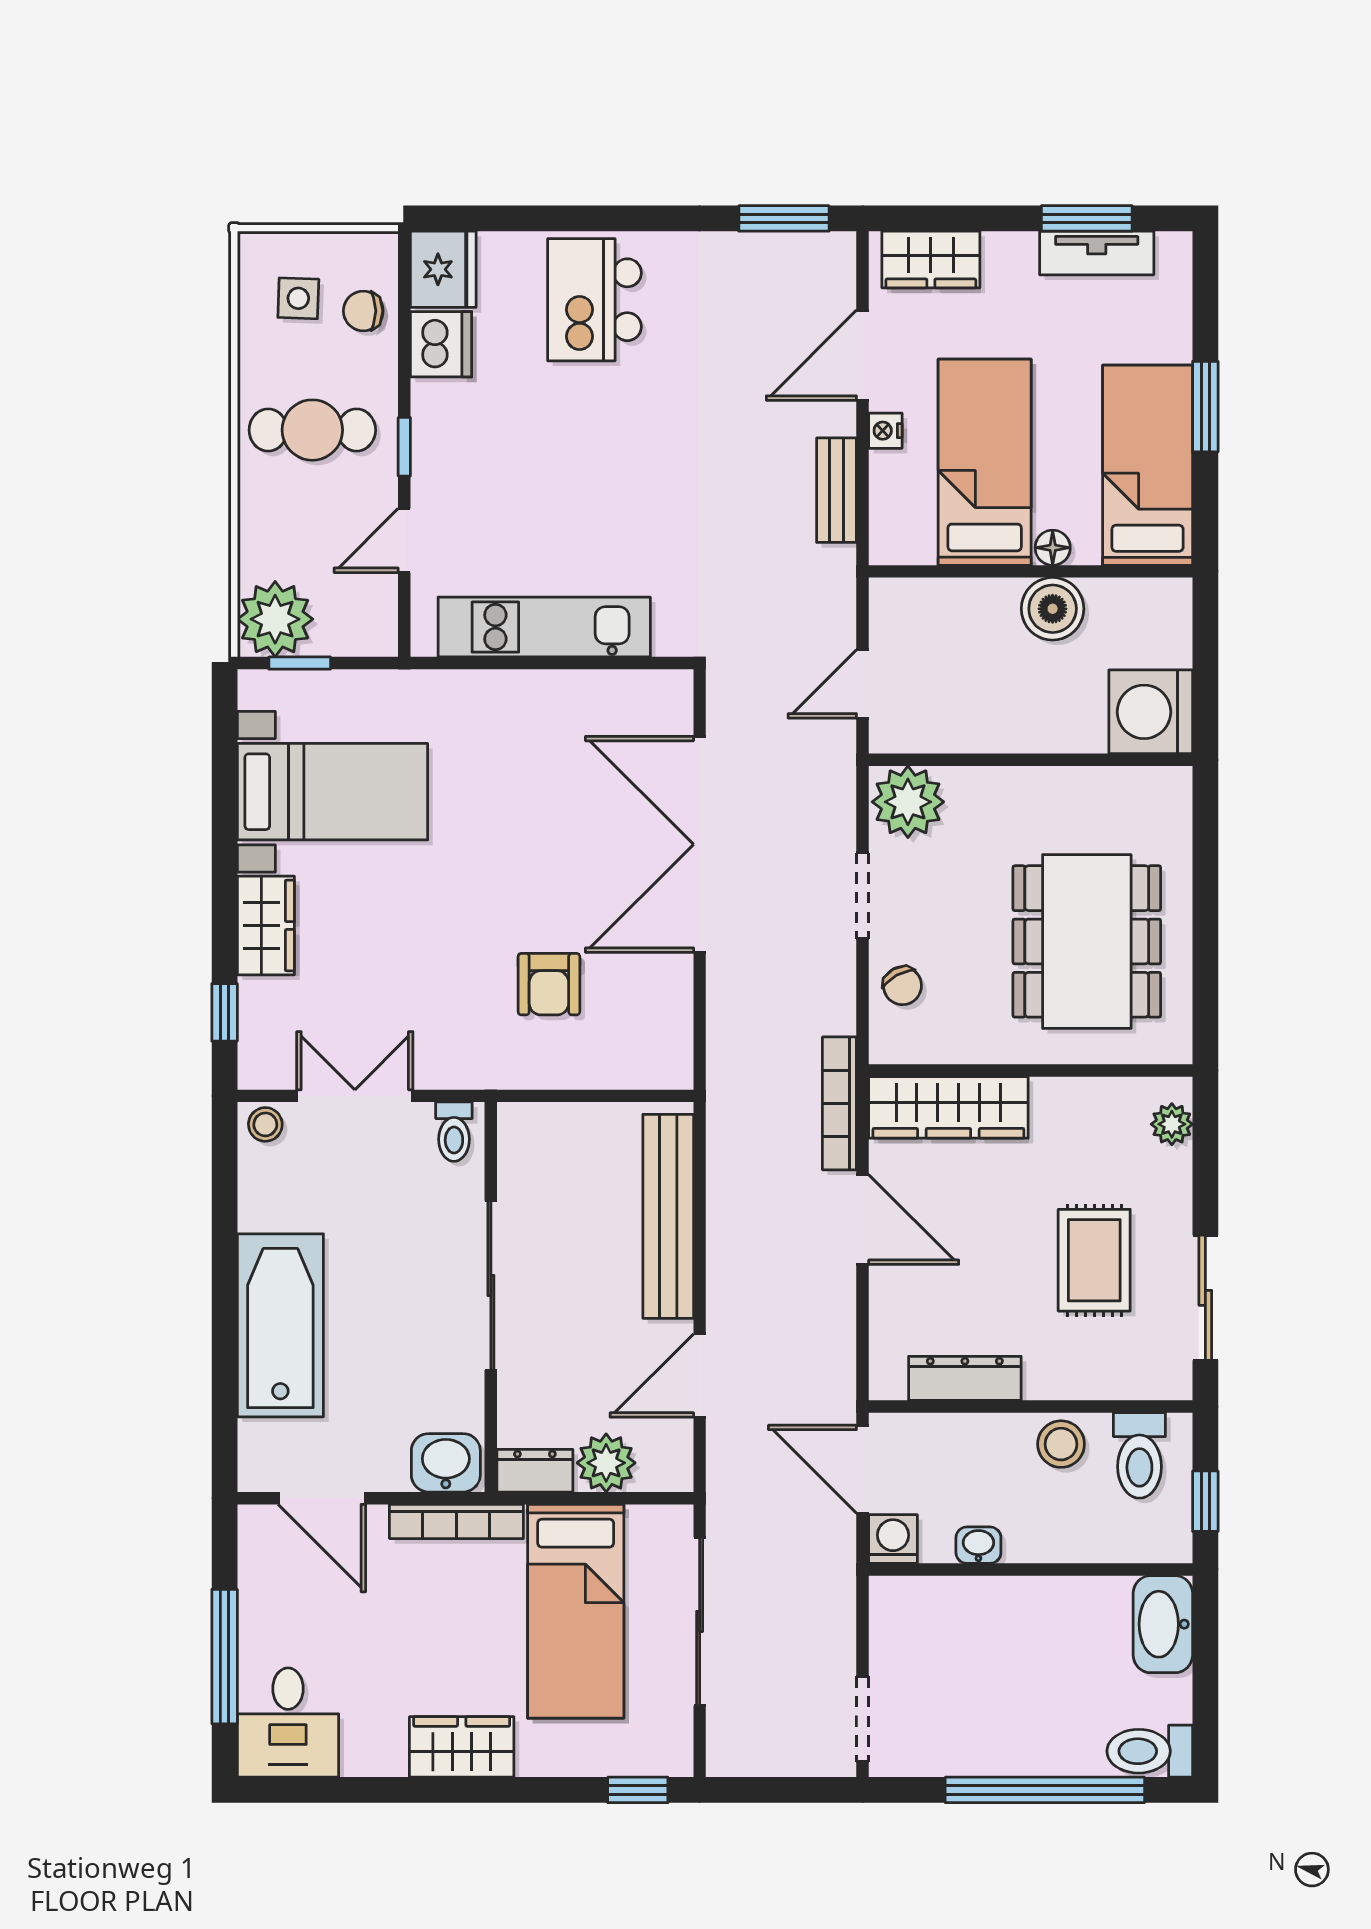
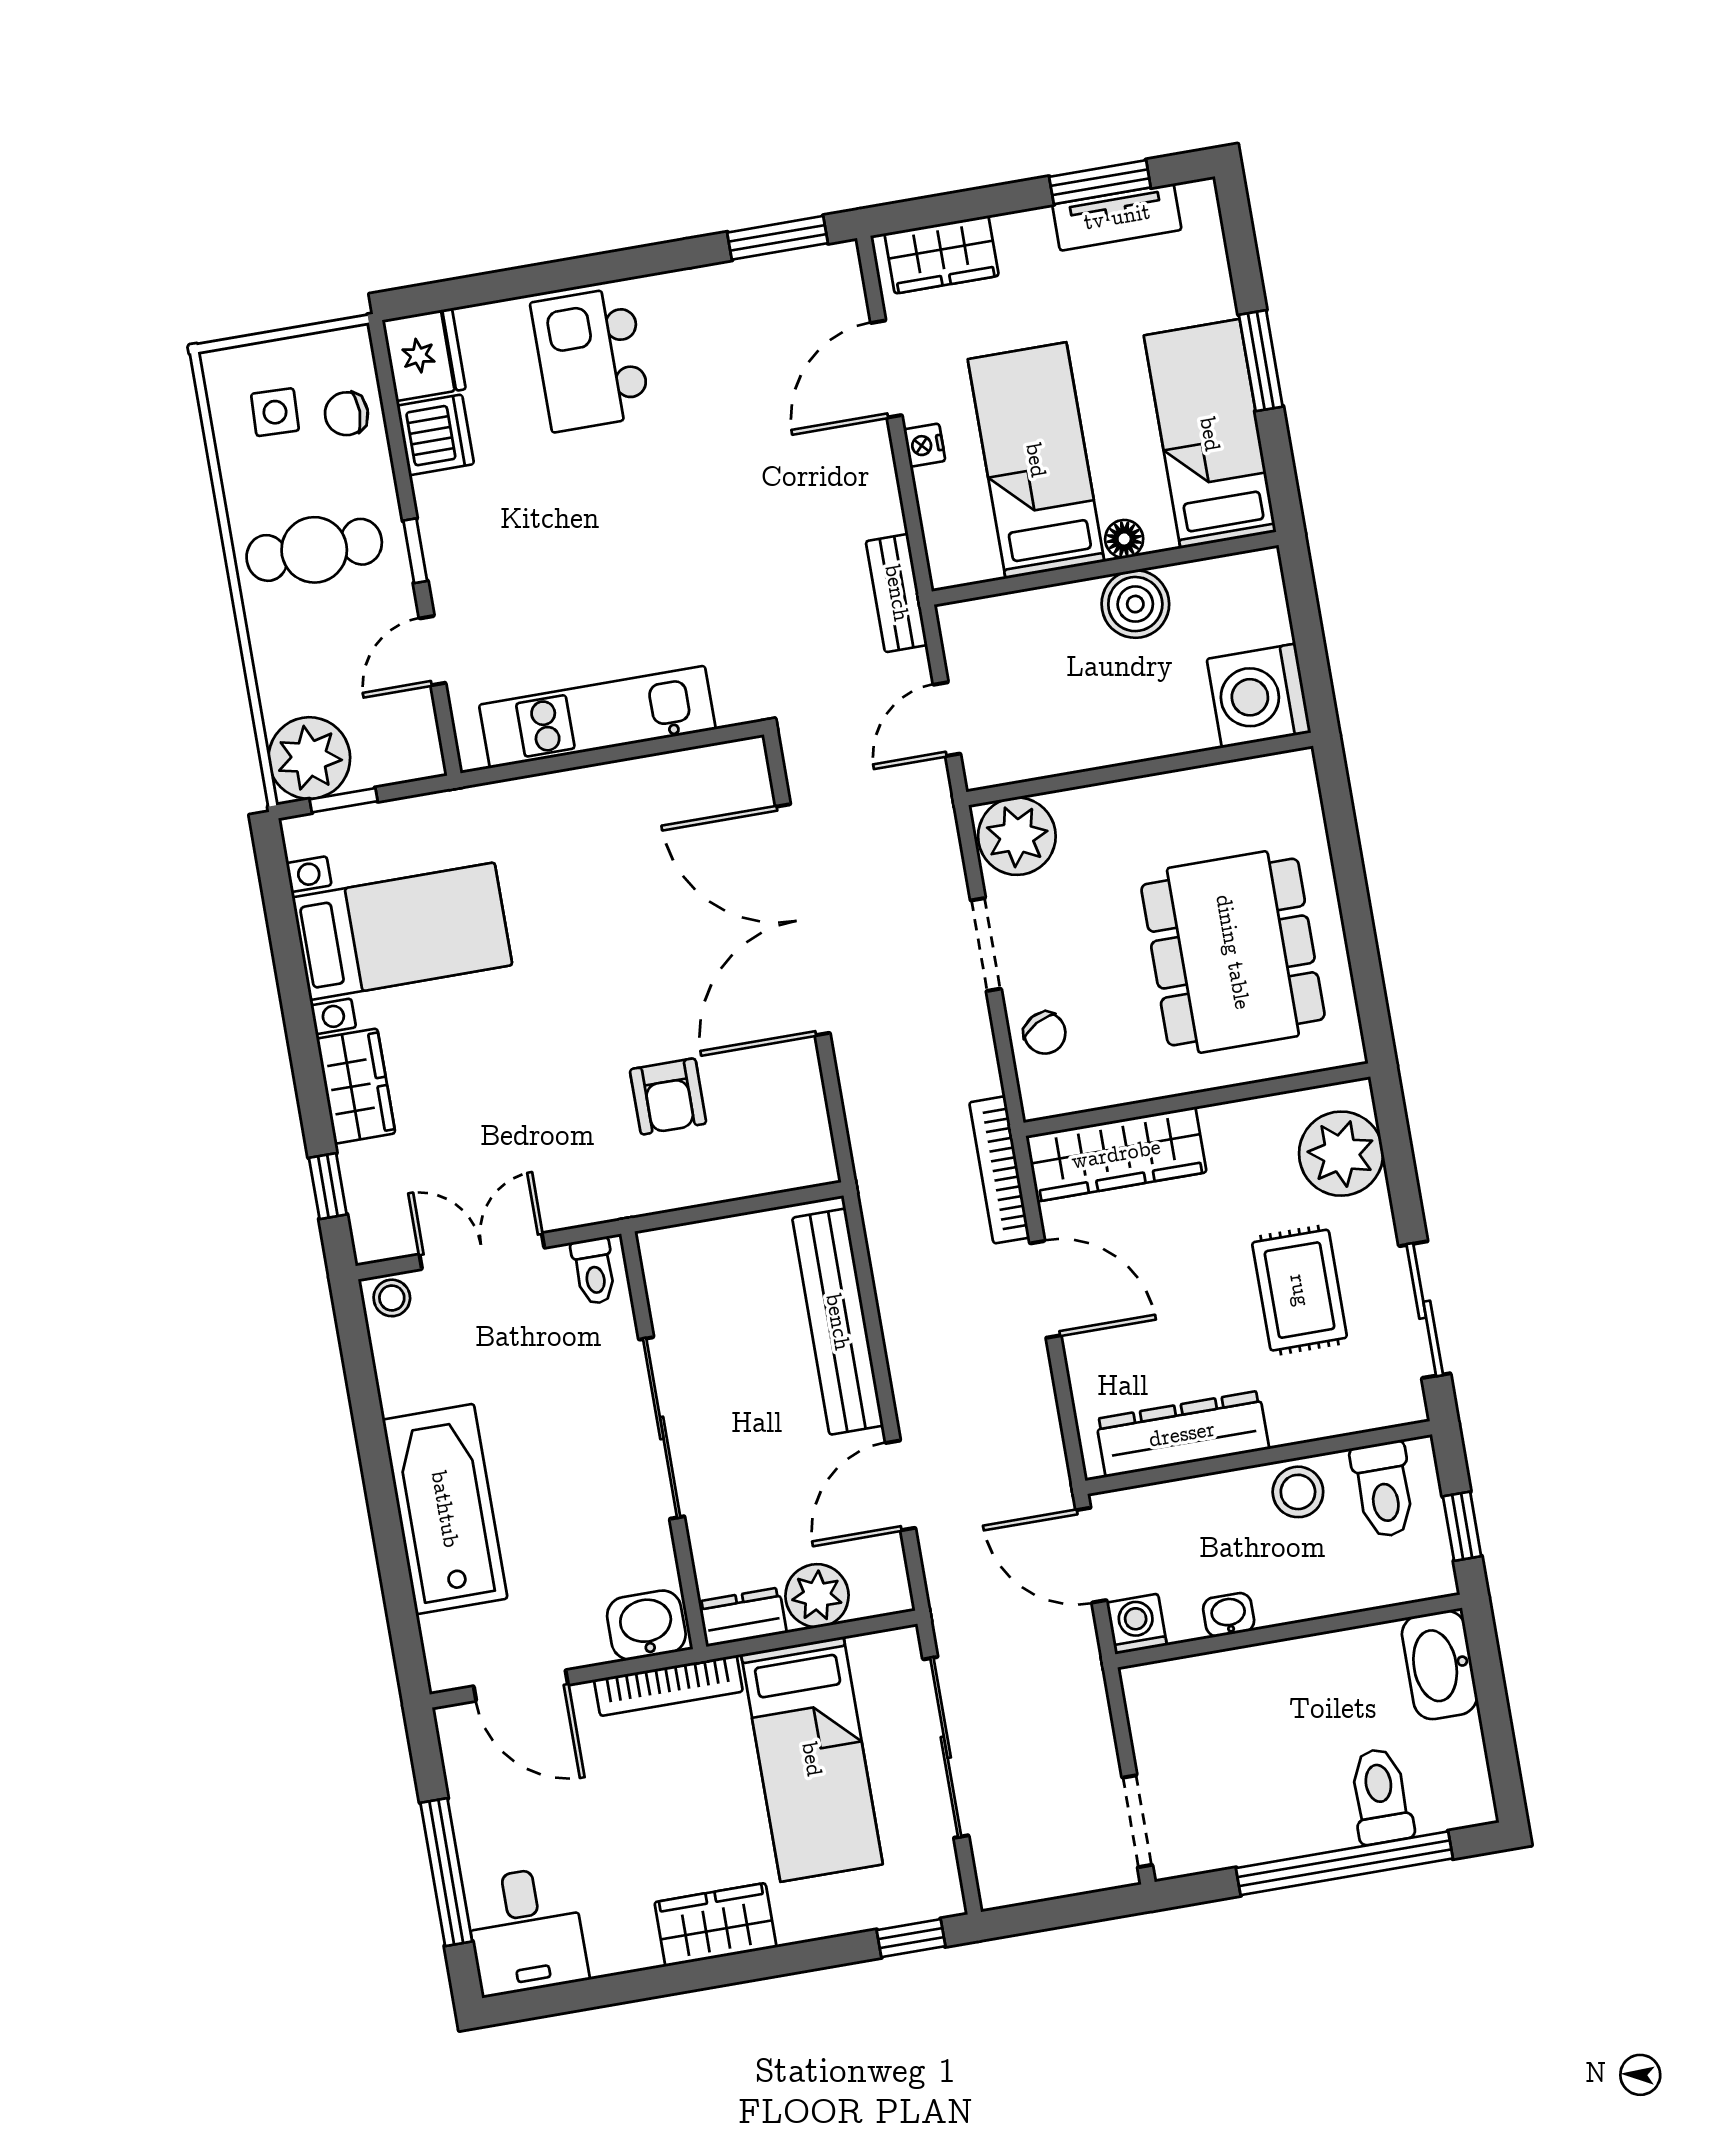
bench: (837, 490) -> (897, 593), moved
plant: (1172, 1124) -> (1341, 1154), width x1.88, depth x1.88
dresser: (965, 1378) -> (1182, 1434), width x1.37, depth x1.24
toilet: (1150, 1751) -> (1381, 1796), moved, turned 90

